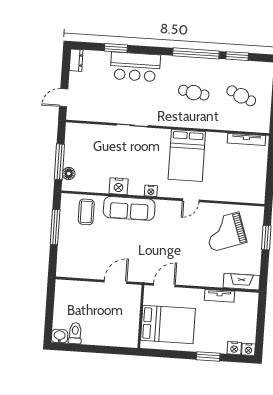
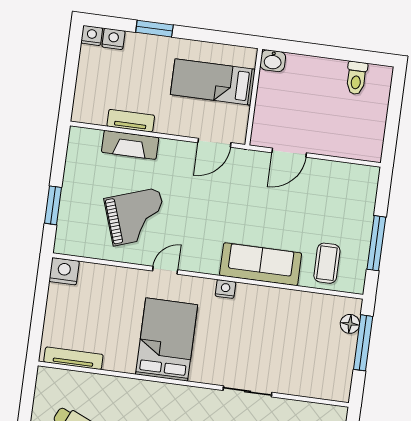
nightstand: (119, 186) -> (64, 271), moved
grand piano: (225, 232) -> (136, 217), moved
fireplace: (242, 282) -> (130, 145), moved
bed: (168, 324) -> (213, 82), width x0.67
washbasin: (60, 336) -> (273, 61), moved

